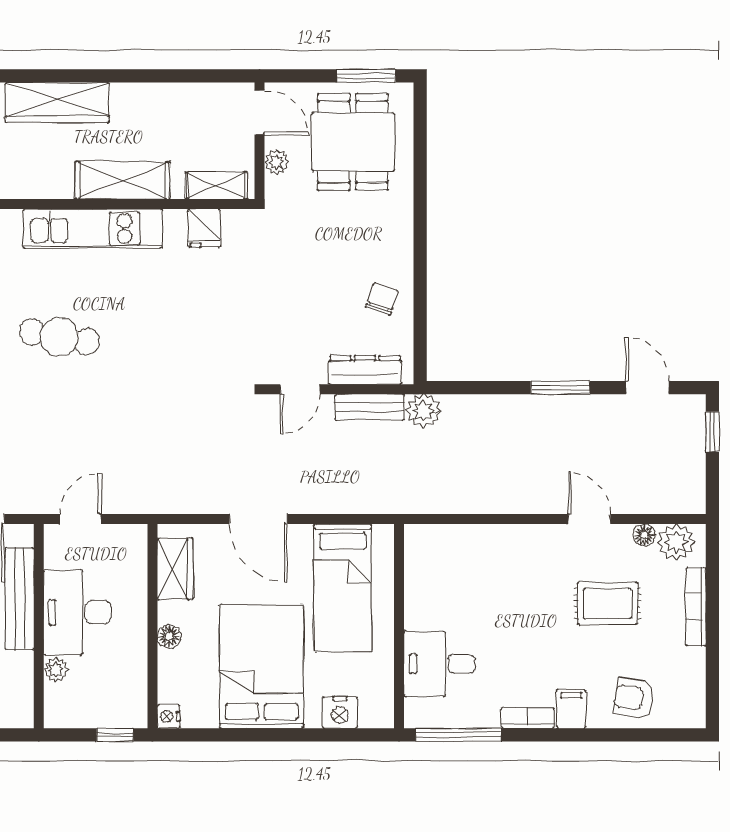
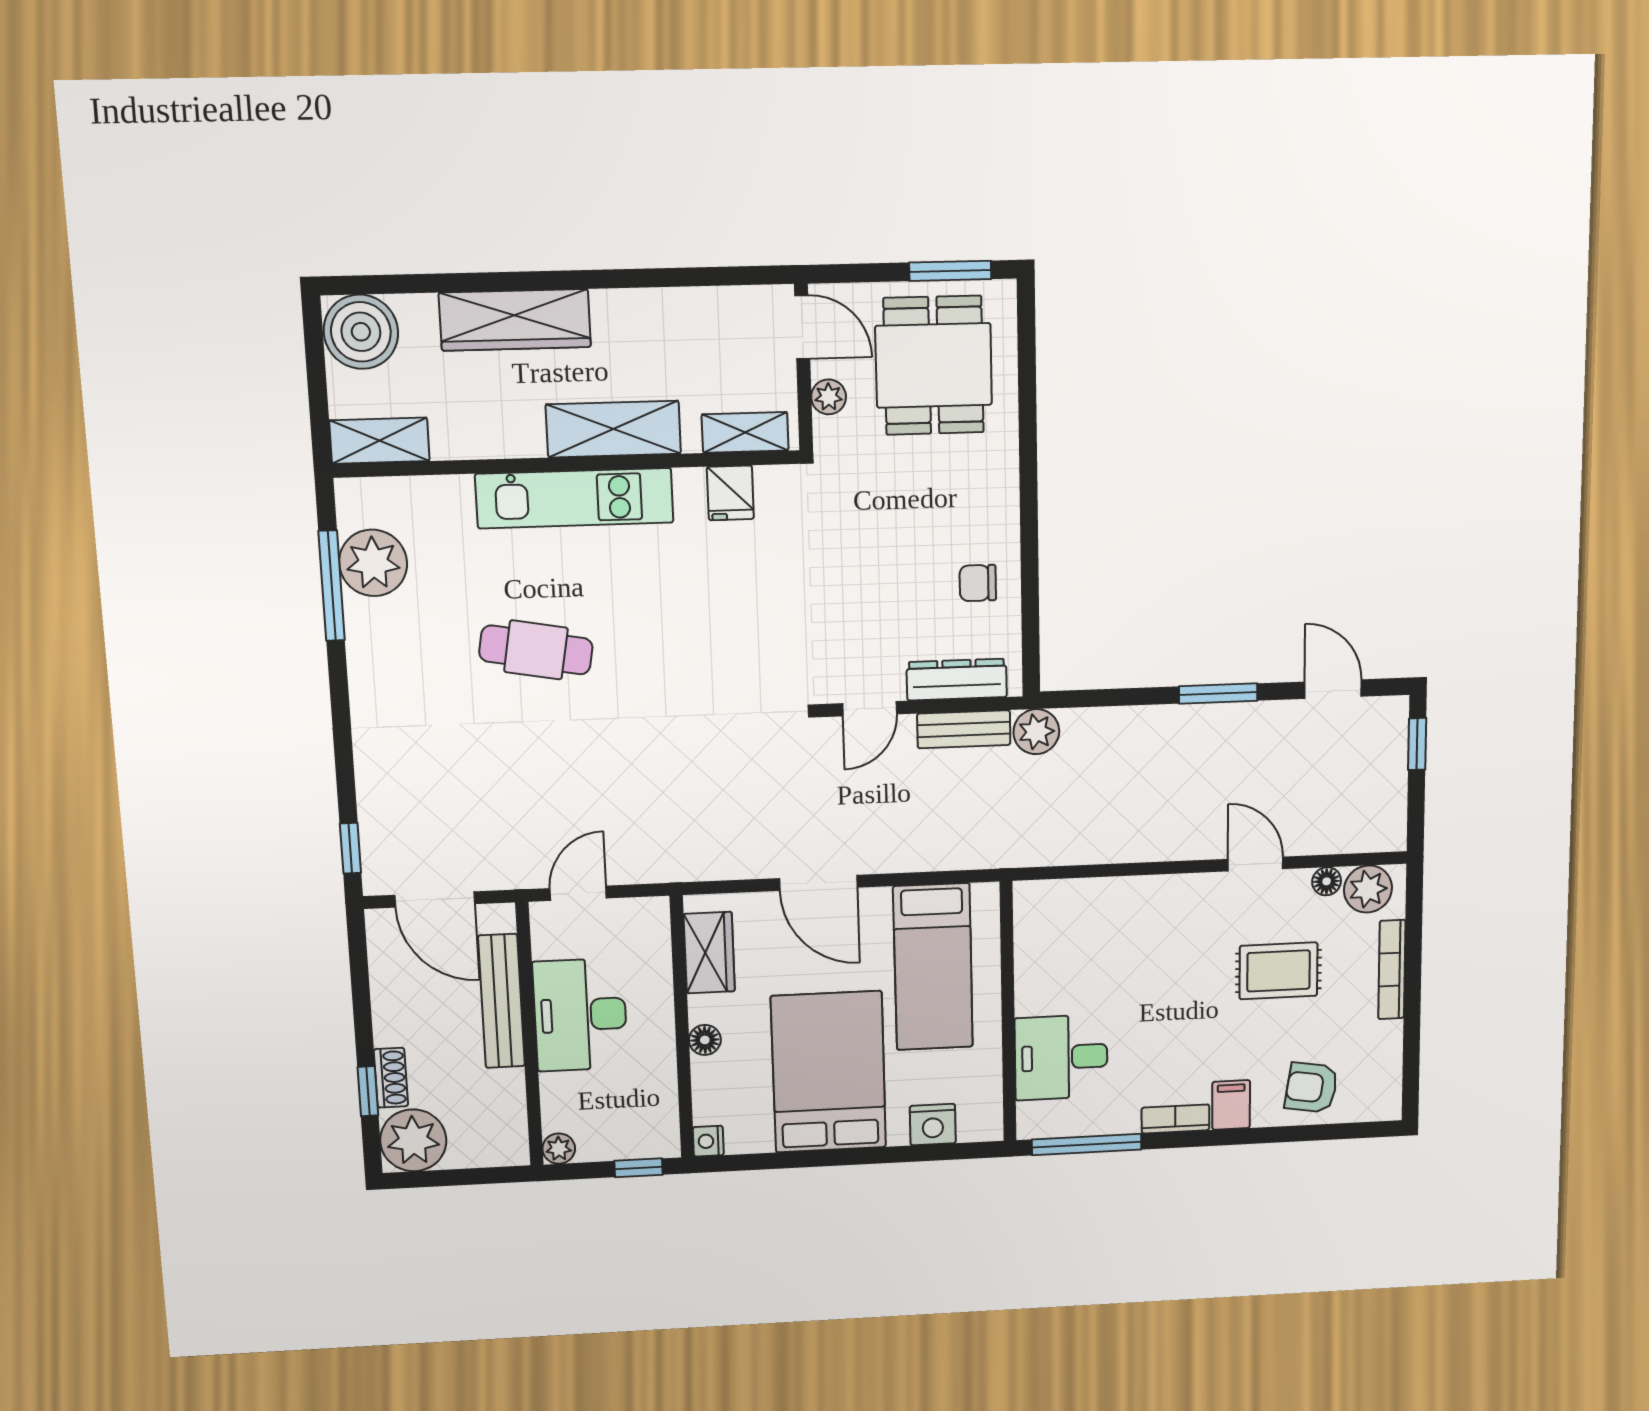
chair: (382, 299) -> (978, 583), turned -109
plant: (56, 670) -> (559, 1149), moved

